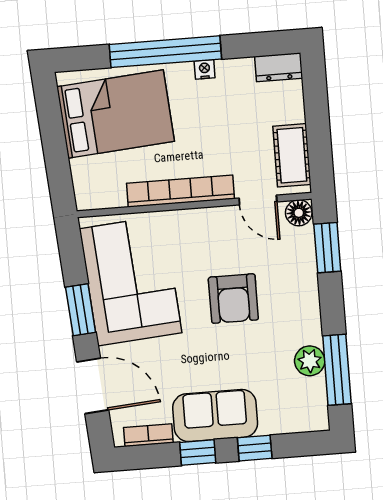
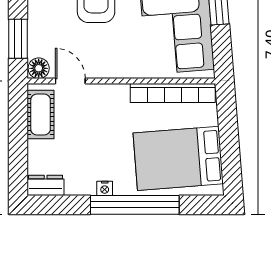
bookcase: (180, 191) -> (173, 93), moved

